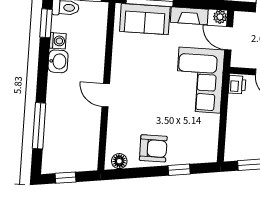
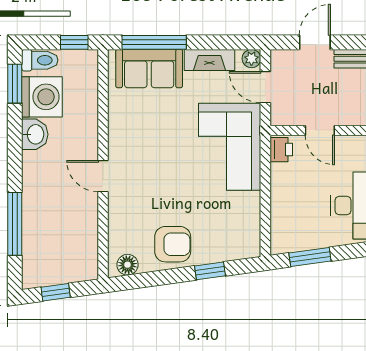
washing machine: (58, 41) -> (42, 97), width x1.89, depth x1.89

